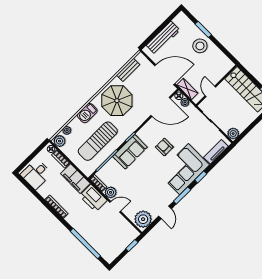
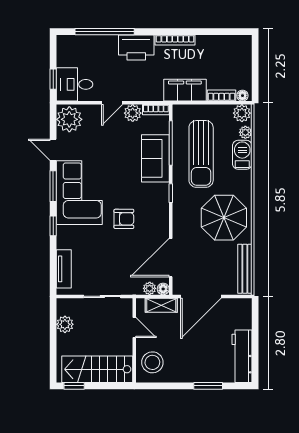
workbench: (163, 38) -> (242, 356), moved
stool: (200, 46) -> (152, 362), moved
bench: (128, 70) -> (245, 269), width x1.36
barbecue: (87, 113) -> (242, 155), moved
plant: (233, 134) -> (65, 324), moved
sun lounger: (98, 141) -> (201, 154), turned 180
sofa: (130, 152) -> (155, 158), moved
corner sofa: (184, 169) -> (79, 193), moved
desk: (36, 174) -> (75, 84), moved, turned -90
printer: (93, 198) -> (136, 48), moved, turned 180

